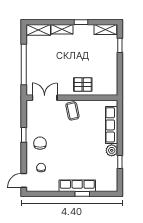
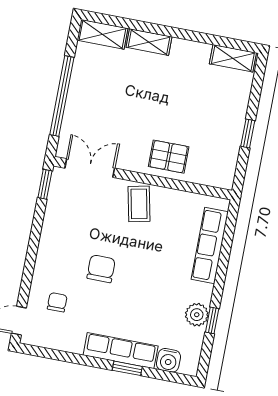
window: (81, 22) -> (188, 35), removed
window: (120, 45) -> (248, 134), moved
window: (24, 135) -> (45, 184), moved
chair: (40, 143) -> (101, 269), moved
plant: (112, 150) -> (197, 315), moved
water cooler: (102, 186) -> (168, 360), added

